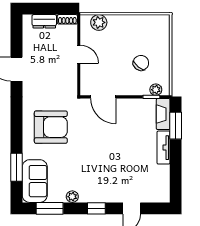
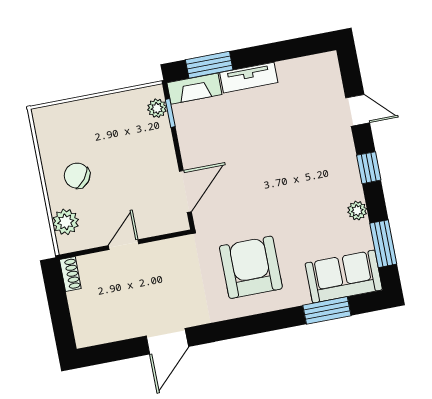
dresser: (44, 21) -> (81, 311), removed
chair: (141, 63) -> (77, 176), moved

